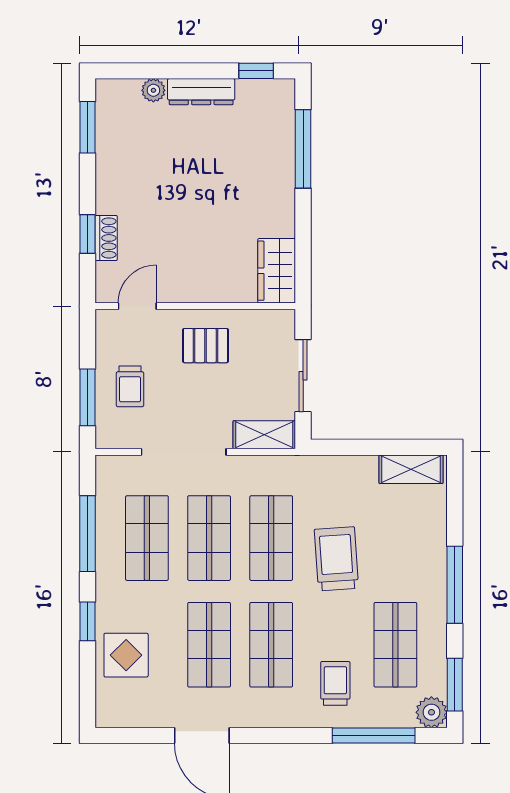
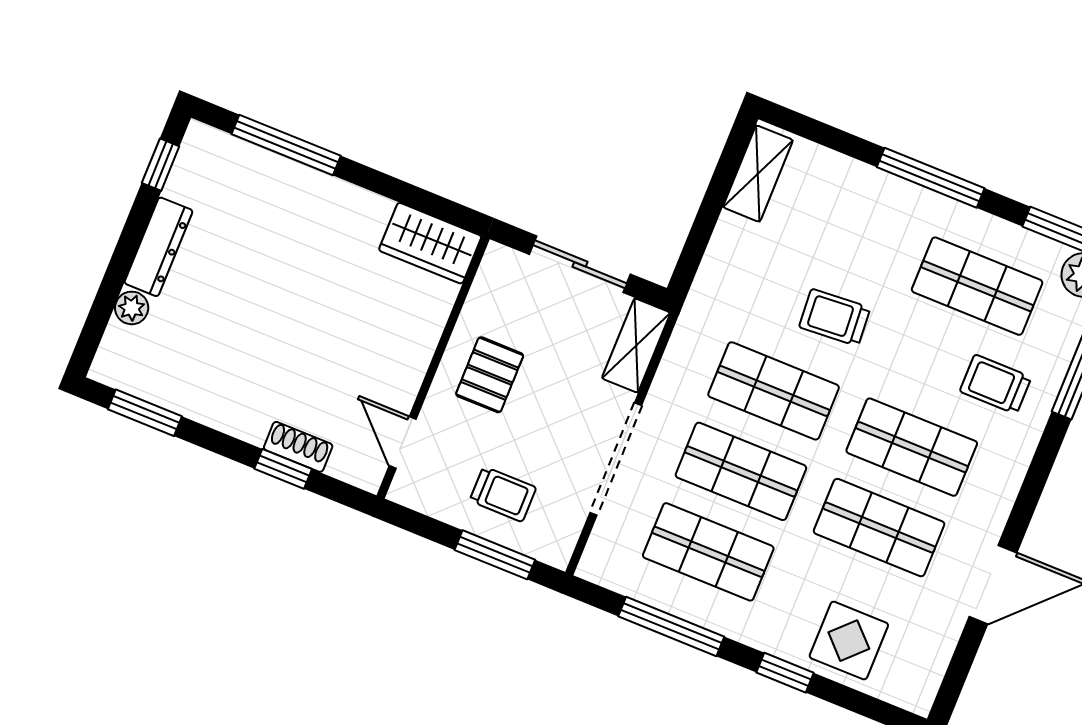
trolley: (336, 559) -> (835, 317), width x0.73, depth x0.72

